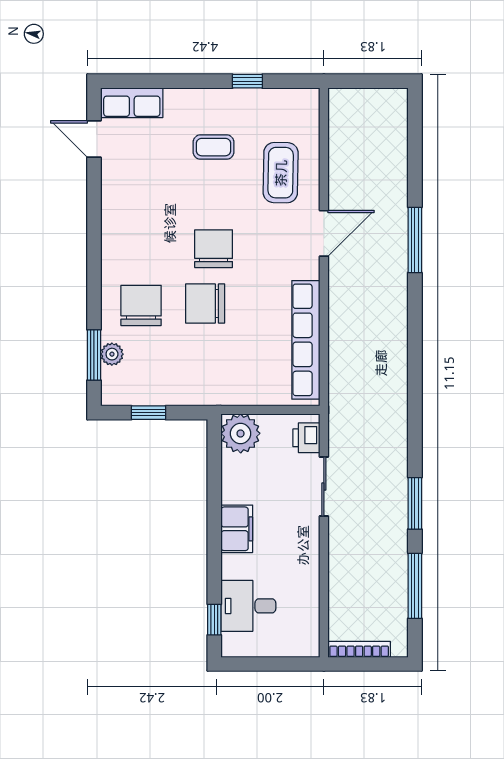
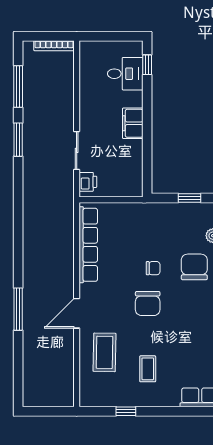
coffee table: (213, 147) -> (148, 369), turned 90
chair: (205, 303) -> (153, 268), width x0.54, depth x0.54
chair: (141, 305) -> (194, 267), turned 180
plant: (241, 433) -> (130, 185), removed

